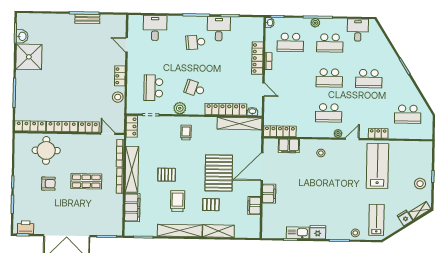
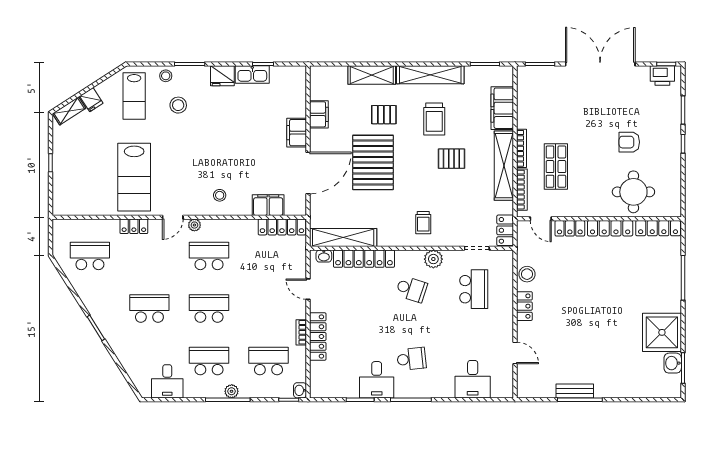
shop shelf: (86, 181) -> (556, 167), moved, turned 90
stool: (420, 184) -> (178, 105), moved

